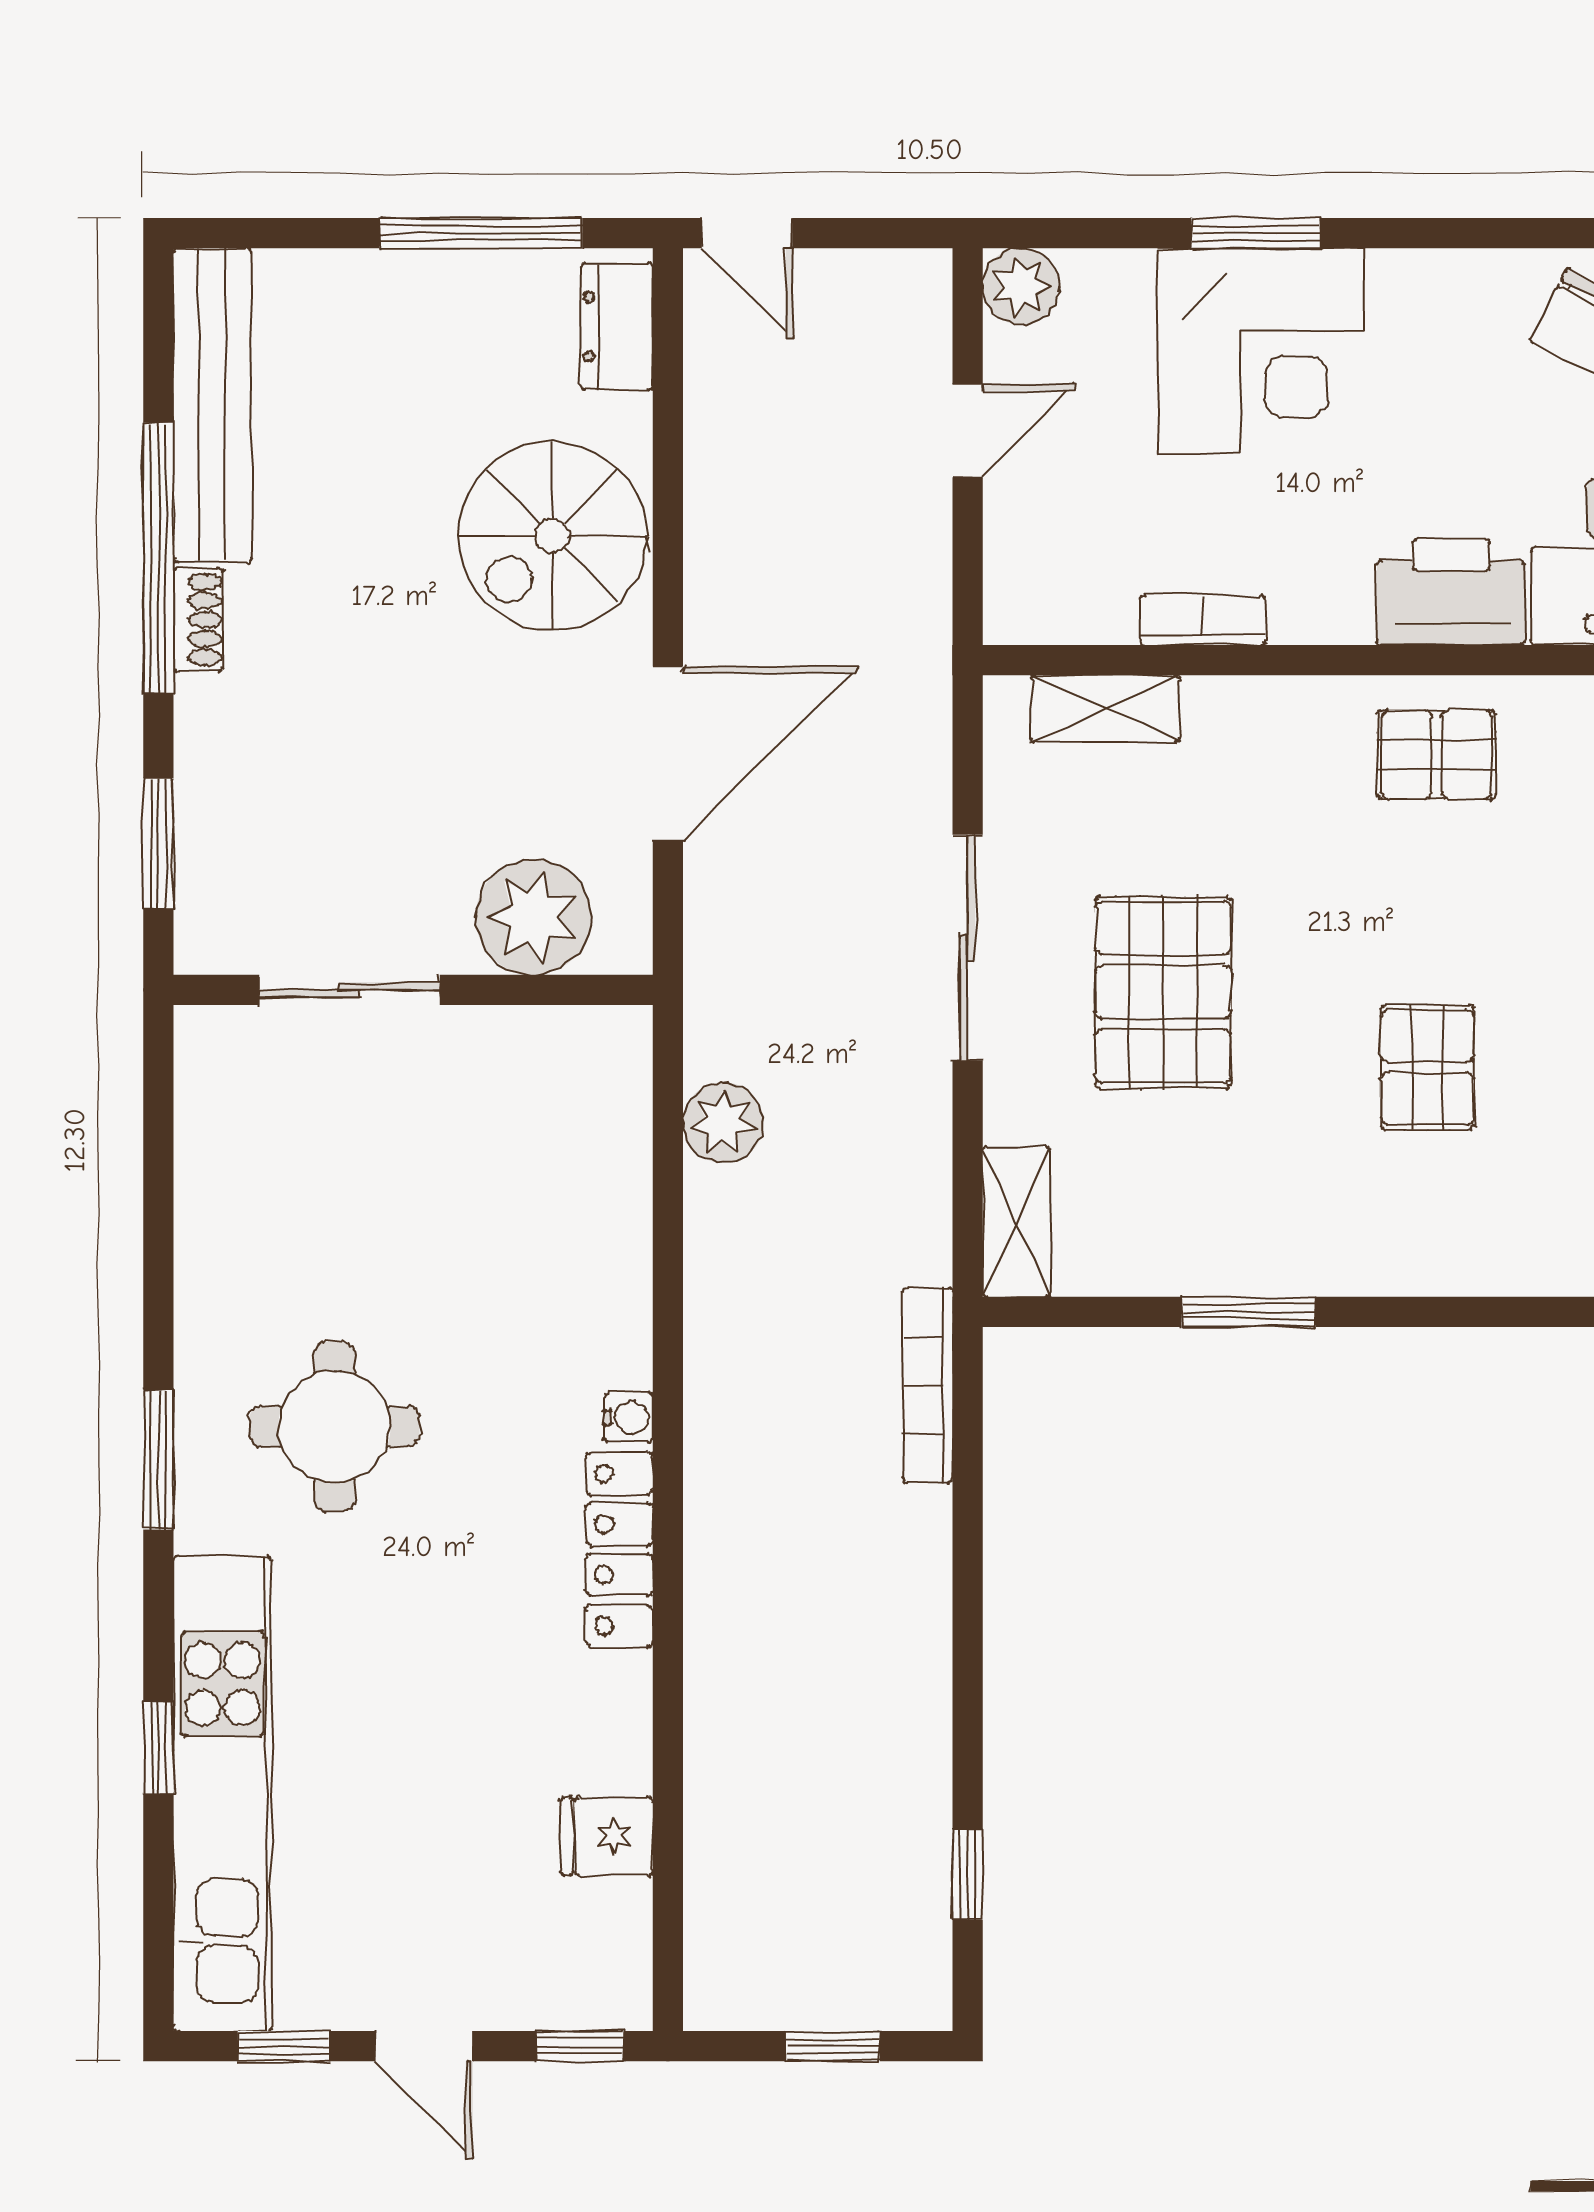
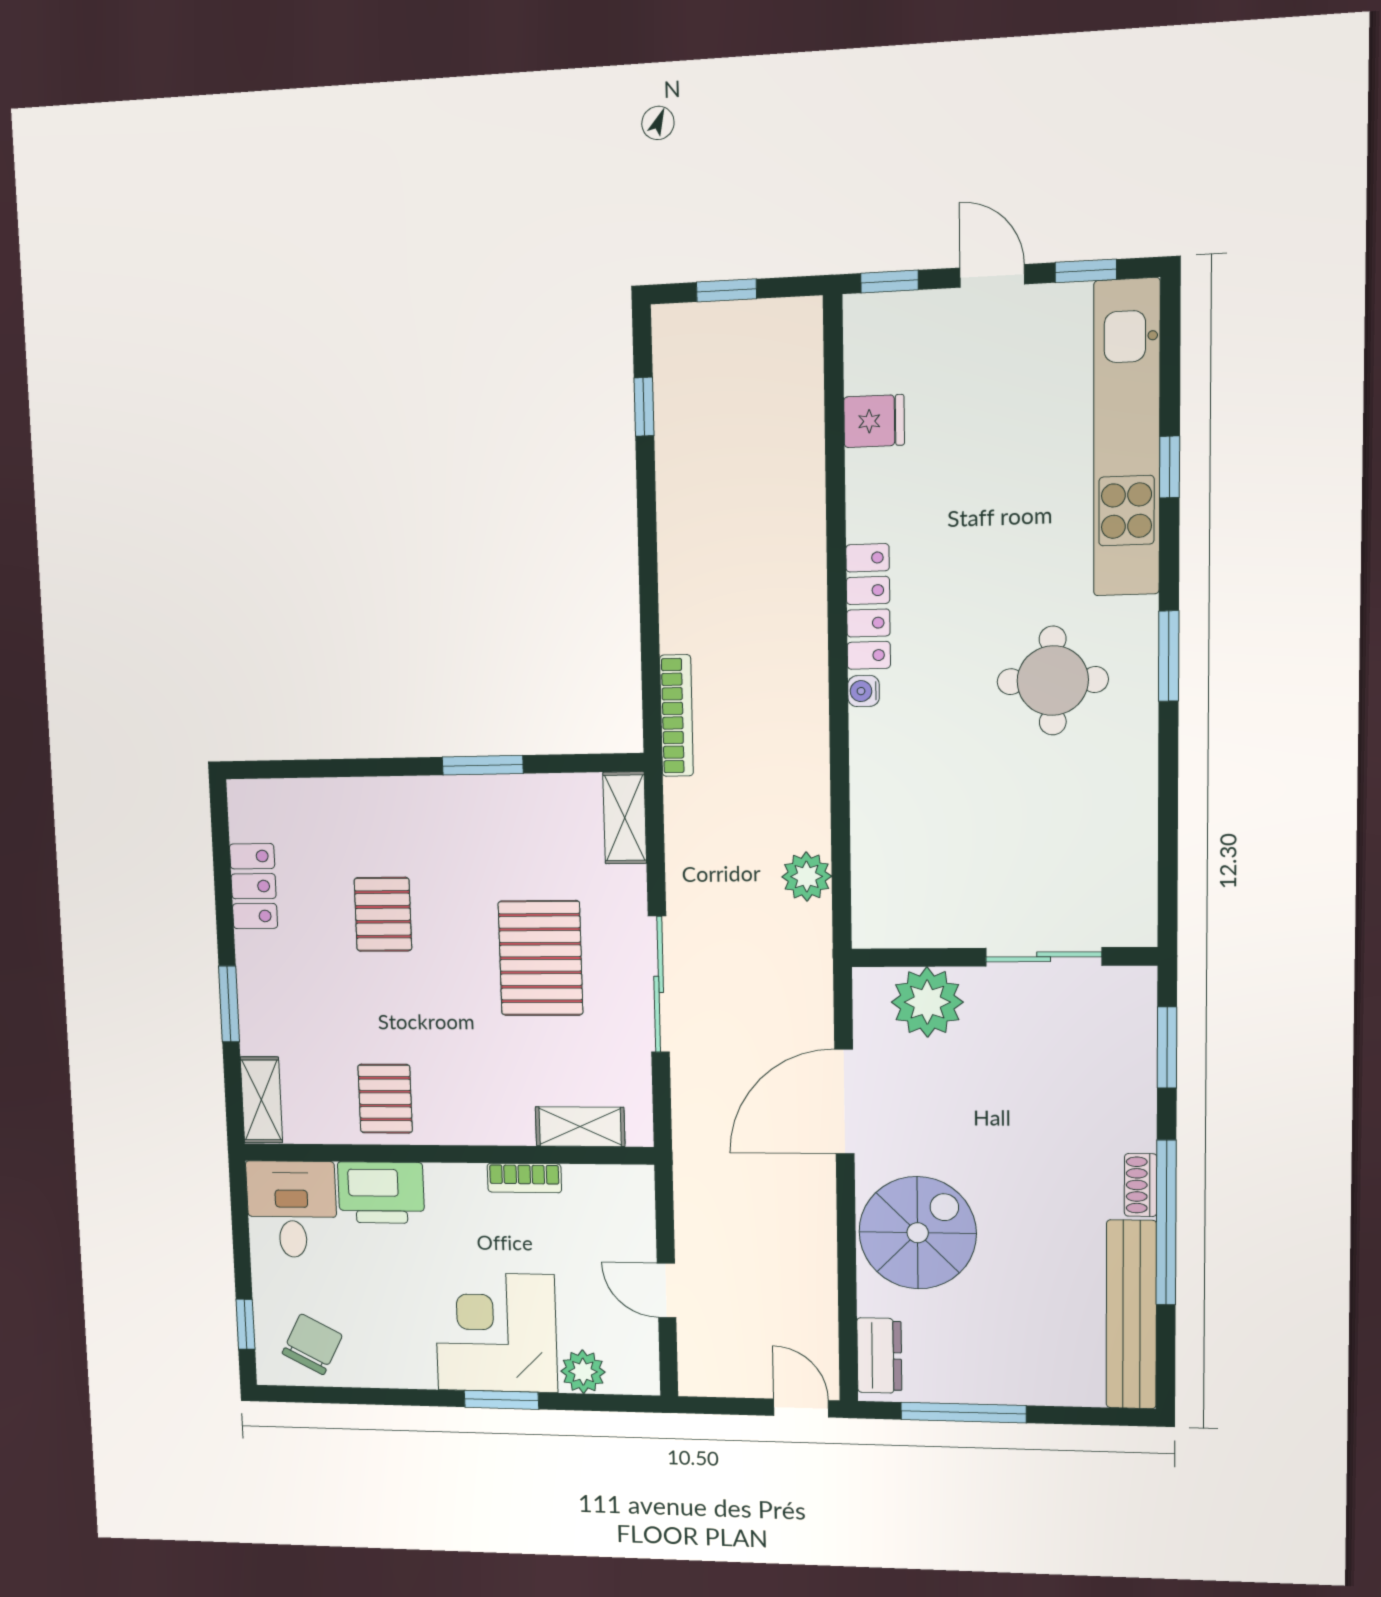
plant: (1021, 286) -> (583, 1372), moved
door: (968, 431) -> (667, 1290), hinge flipped
pallet: (1437, 754) -> (385, 1099), turned 90

